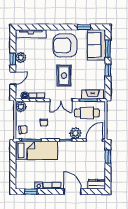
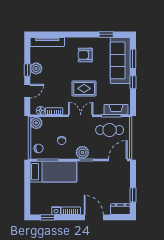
armchair: (65, 45) -> (85, 55), width x0.53, depth x0.53
sofa: (97, 45) -> (120, 60), width x1.36
rug: (64, 76) -> (84, 88), turned 90
double door: (61, 100) -> (81, 116), swing flipped
plant: (75, 133) -> (82, 152), moved
window: (108, 157) -> (133, 195), moved

